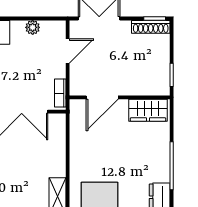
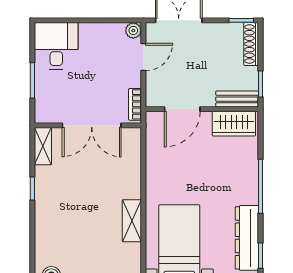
plant: (33, 27) -> (133, 30), moved
shoe rack: (151, 27) -> (251, 44), moved, turned 90
bench: (151, 88) -> (237, 99), added

